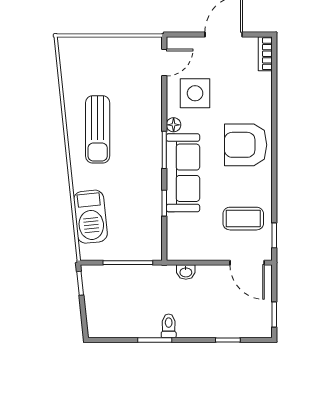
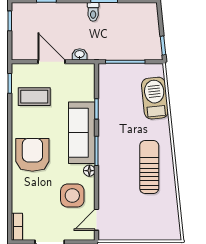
armchair: (246, 145) -> (32, 155), turned -90
door: (247, 263) -> (51, 62), moved

